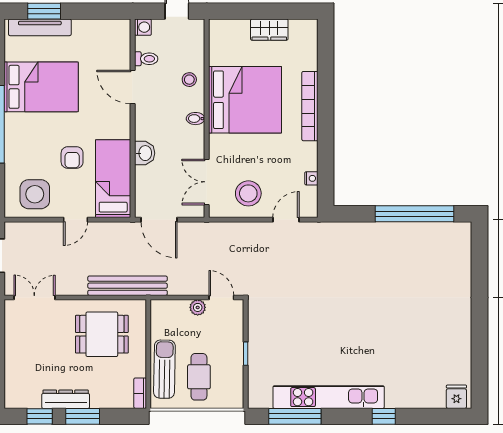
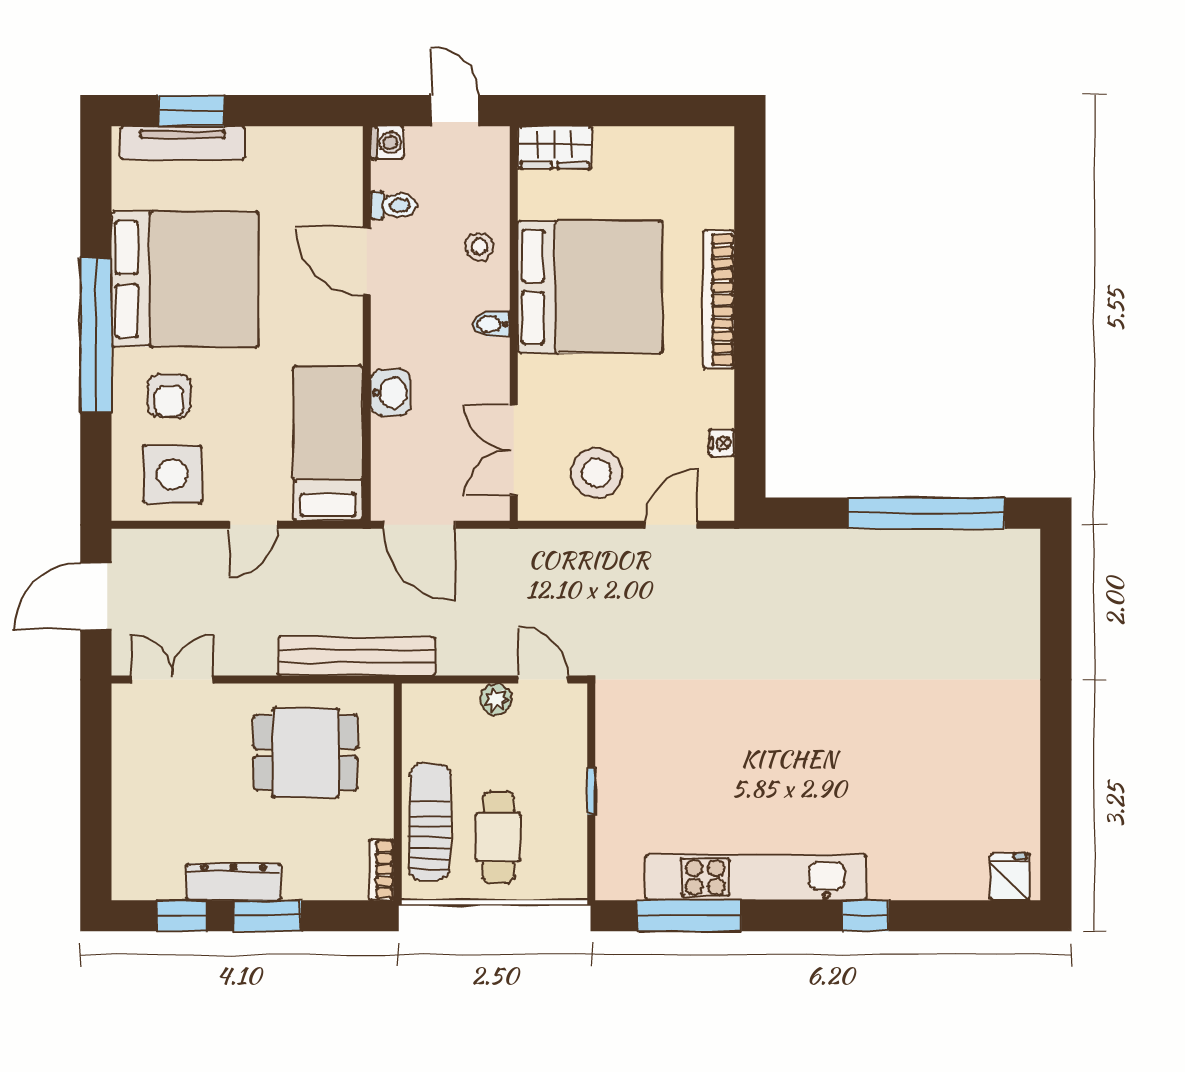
wardrobe: (269, 30) -> (555, 147), moved
bed: (41, 87) -> (185, 279), width x1.36
armchair: (72, 158) -> (169, 396), moved

